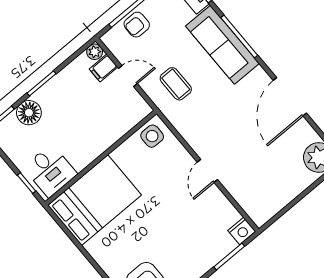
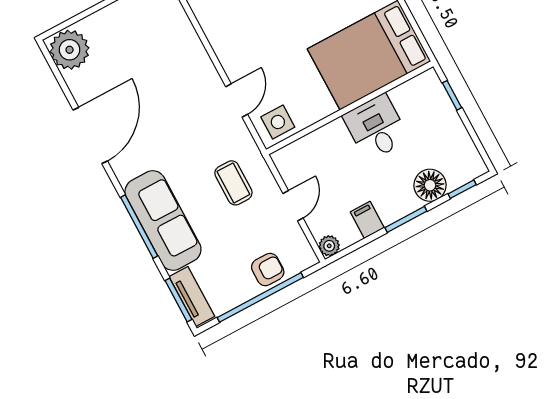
filing cabinet: (103, 68) -> (367, 220), moved, turned -90
door: (128, 76) -> (293, 206), swing flipped
desk: (50, 171) -> (376, 127), moved
door: (207, 171) -> (237, 101), moved

